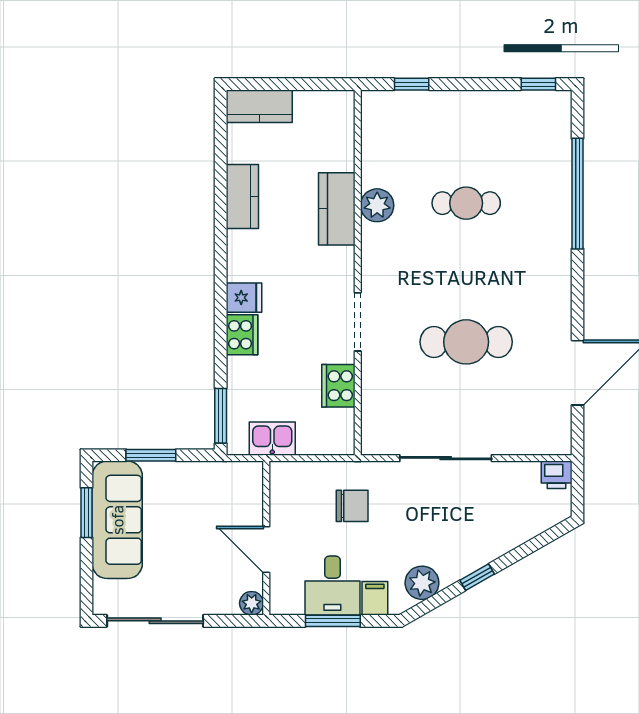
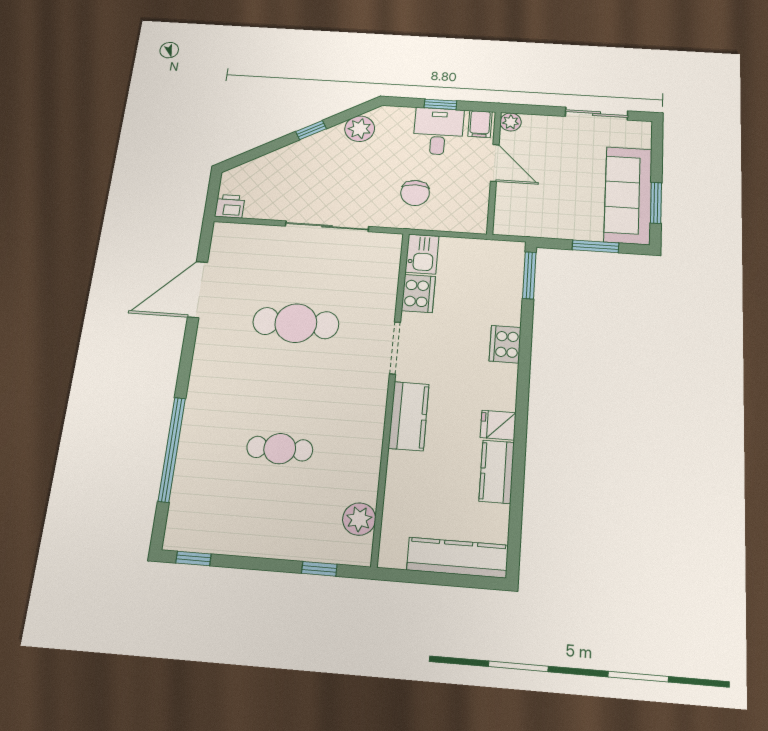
kitchen counter: (259, 106) -> (458, 558), width x1.50
plant: (377, 205) -> (359, 519), moved
kitchen counter: (337, 209) -> (409, 416), moved
fridge: (244, 298) -> (498, 425), moved
kitchen sink: (272, 439) -> (422, 254), moved, turned -90
chair: (352, 506) -> (415, 193), turned -90
filing cabinet: (375, 598) -> (480, 124), moved
sliding door: (155, 621) -> (597, 114), width x0.73
window: (333, 621) -> (440, 104), width x0.67

